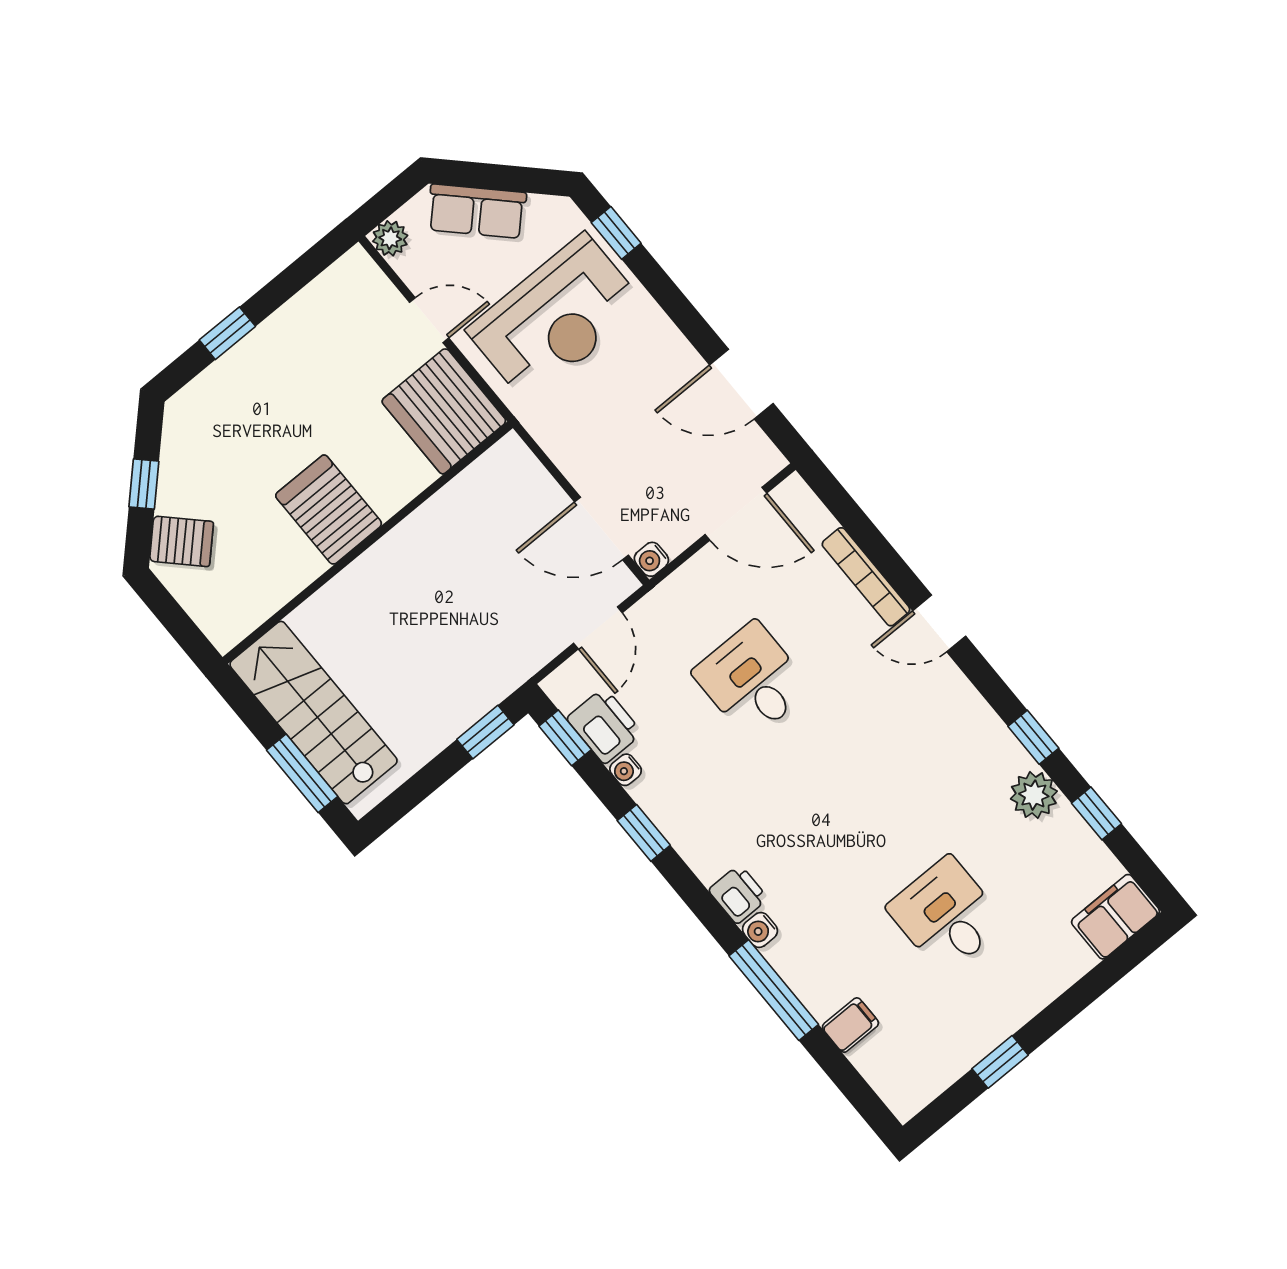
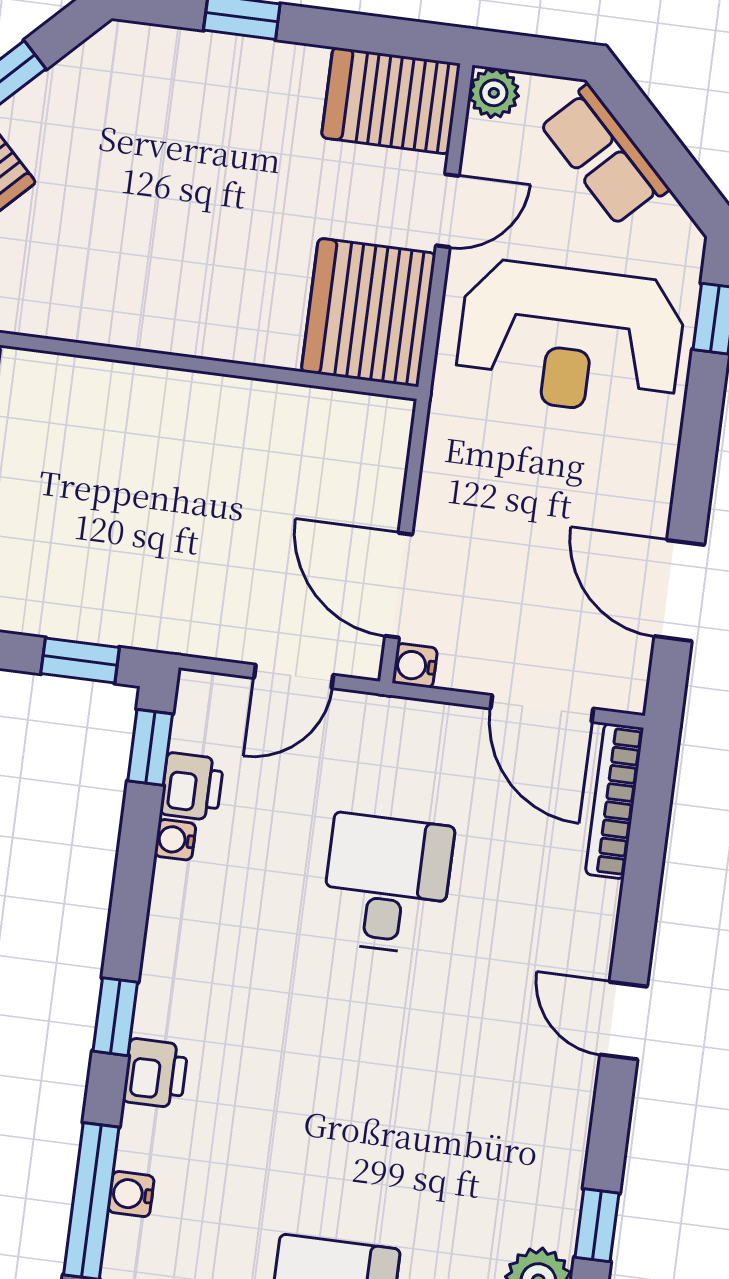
door: (429, 320) -> (447, 211), hinge flipped
server rack: (329, 510) -> (391, 101), moved, turned -90
bookcase: (866, 577) -> (614, 801), moved
printer: (604, 726) -> (192, 787), width x0.73, depth x0.81
window: (644, 833) -> (115, 1017), moved
water cooler: (760, 930) -> (131, 1194), moved

